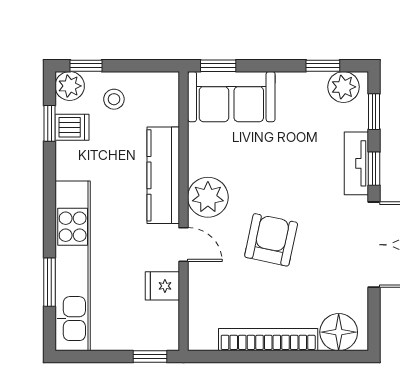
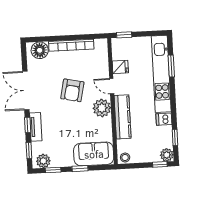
window: (218, 66) -> (80, 169), moved
stool: (114, 99) -> (125, 158), moved
dishwasher: (72, 127) -> (164, 119), moved

